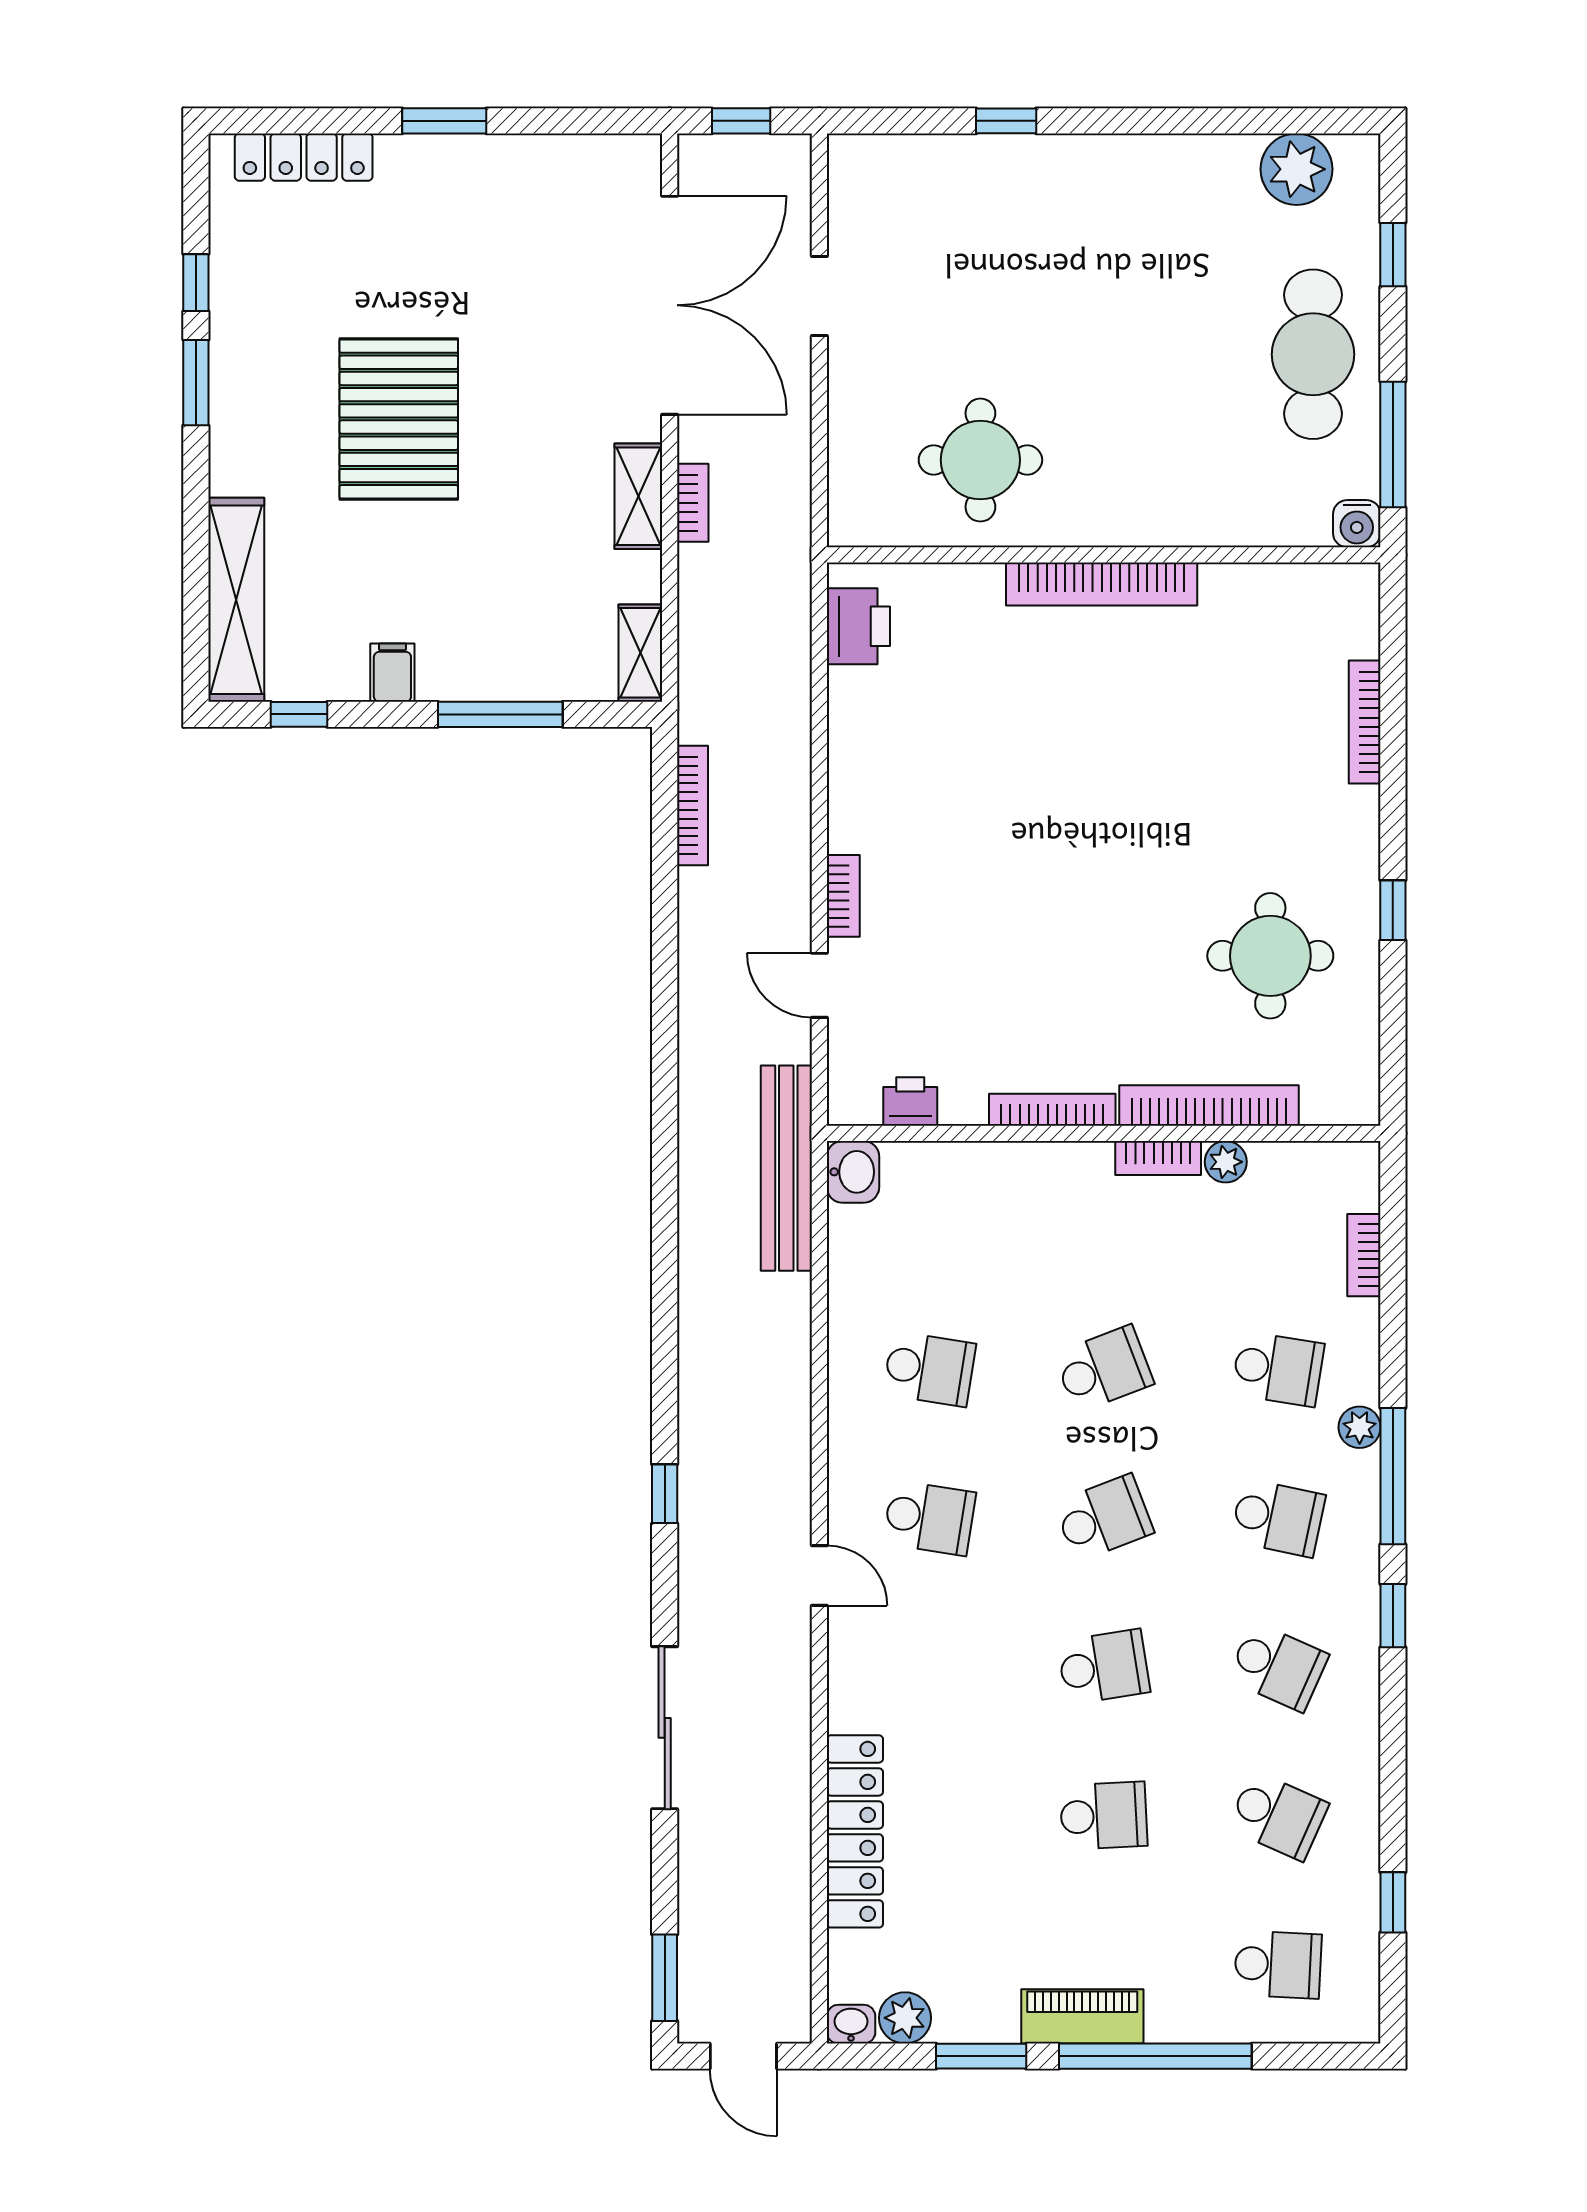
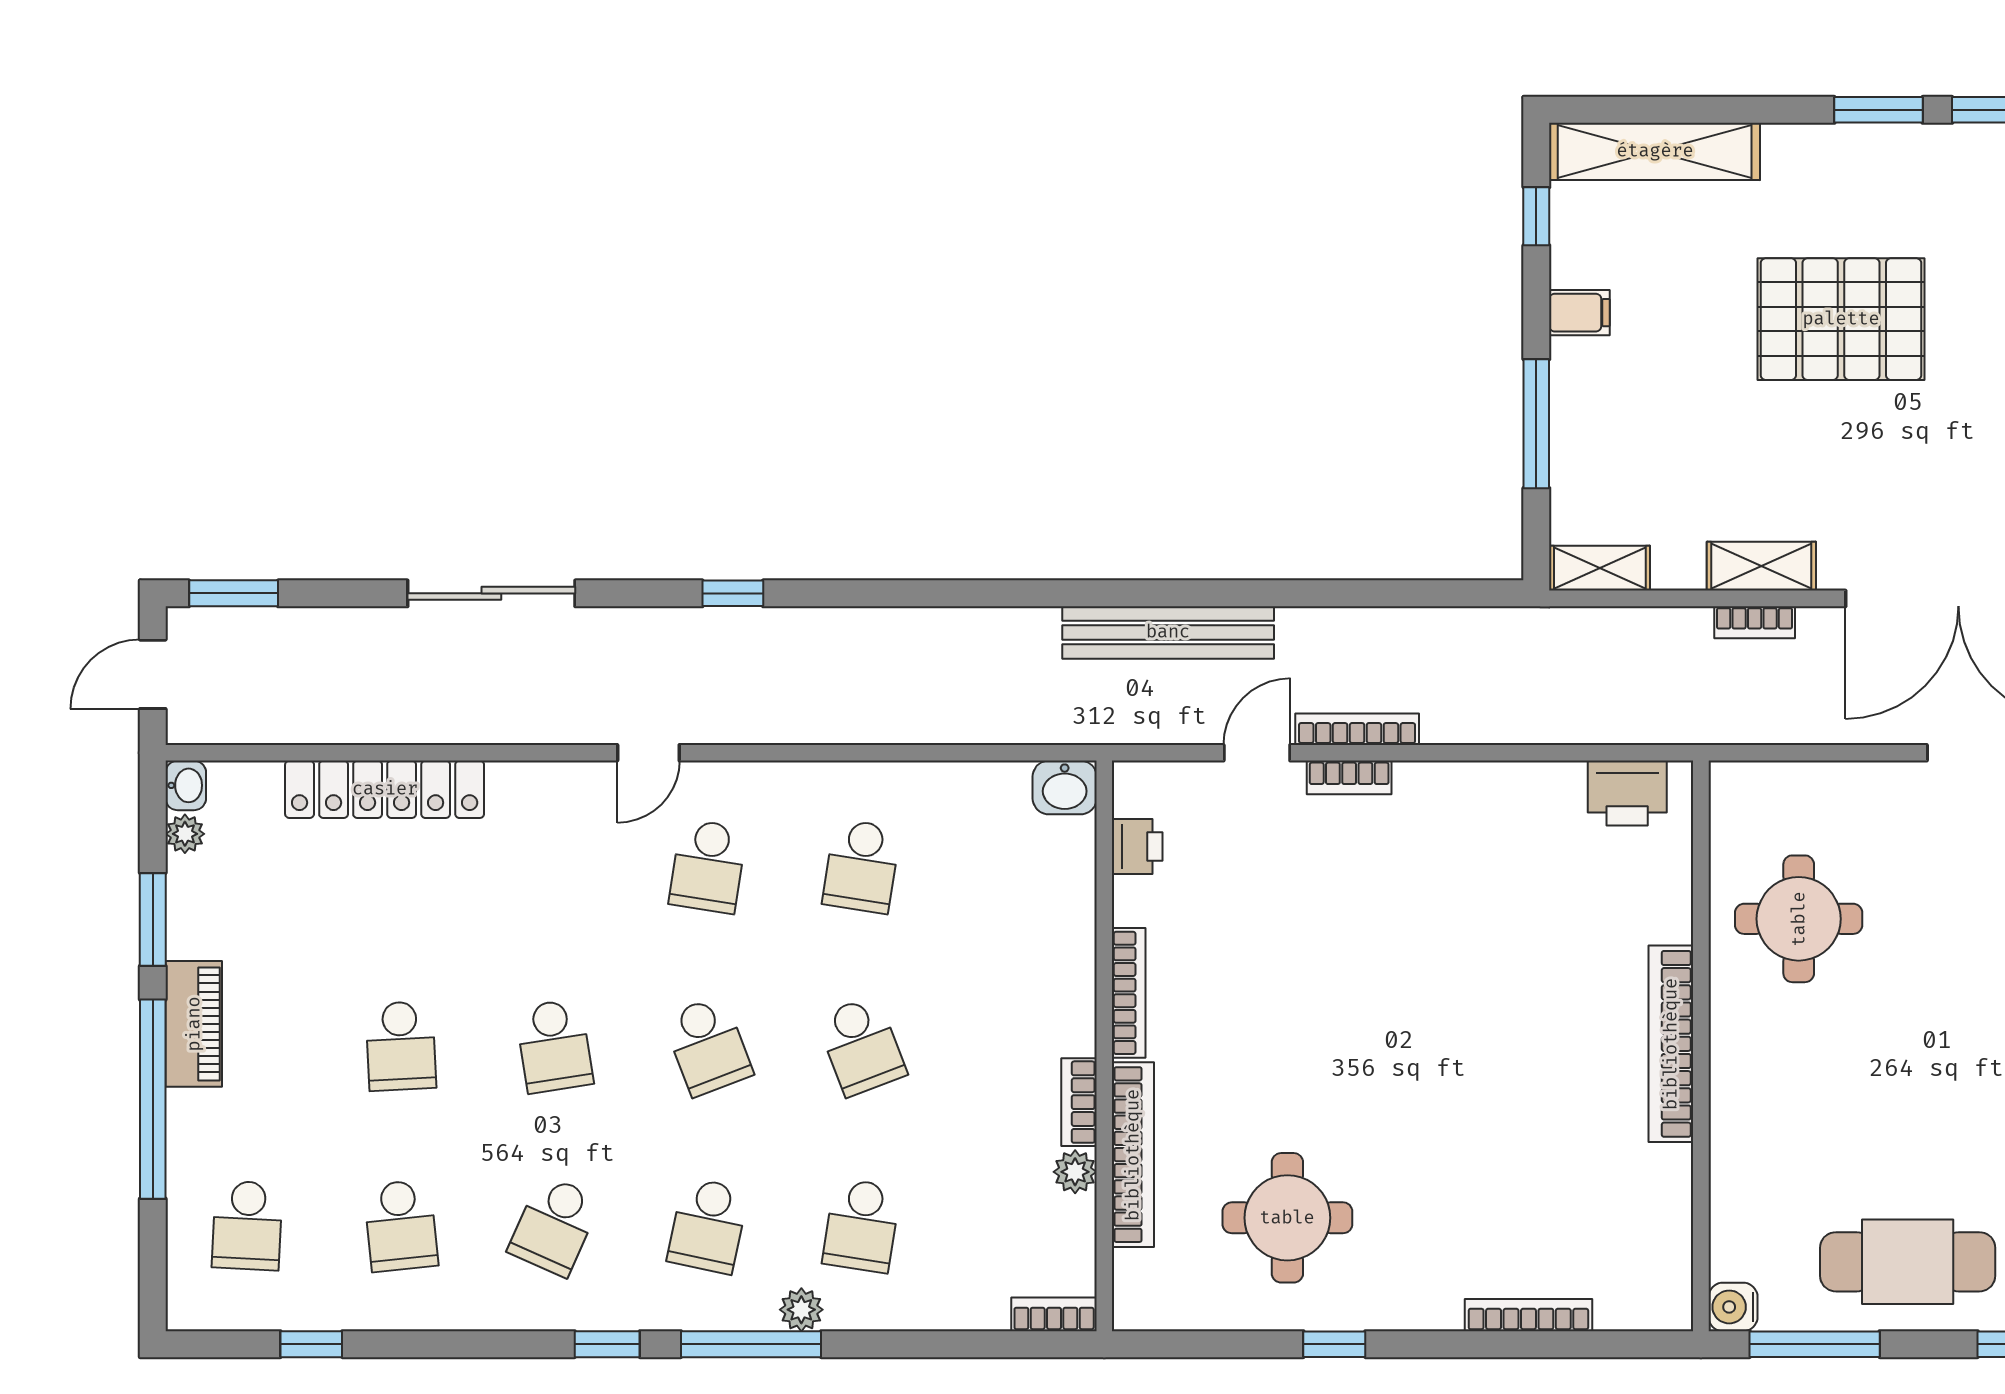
bookcase: (693, 806) -> (1357, 729), moved, turned 180
bench: (786, 1168) -> (1168, 632), moved
bookcase: (1364, 1255) -> (1054, 1314), moved
school desk: (1278, 1816) -> (401, 1226), turned -30
plant: (905, 2018) -> (185, 834), width x0.73, depth x0.73

